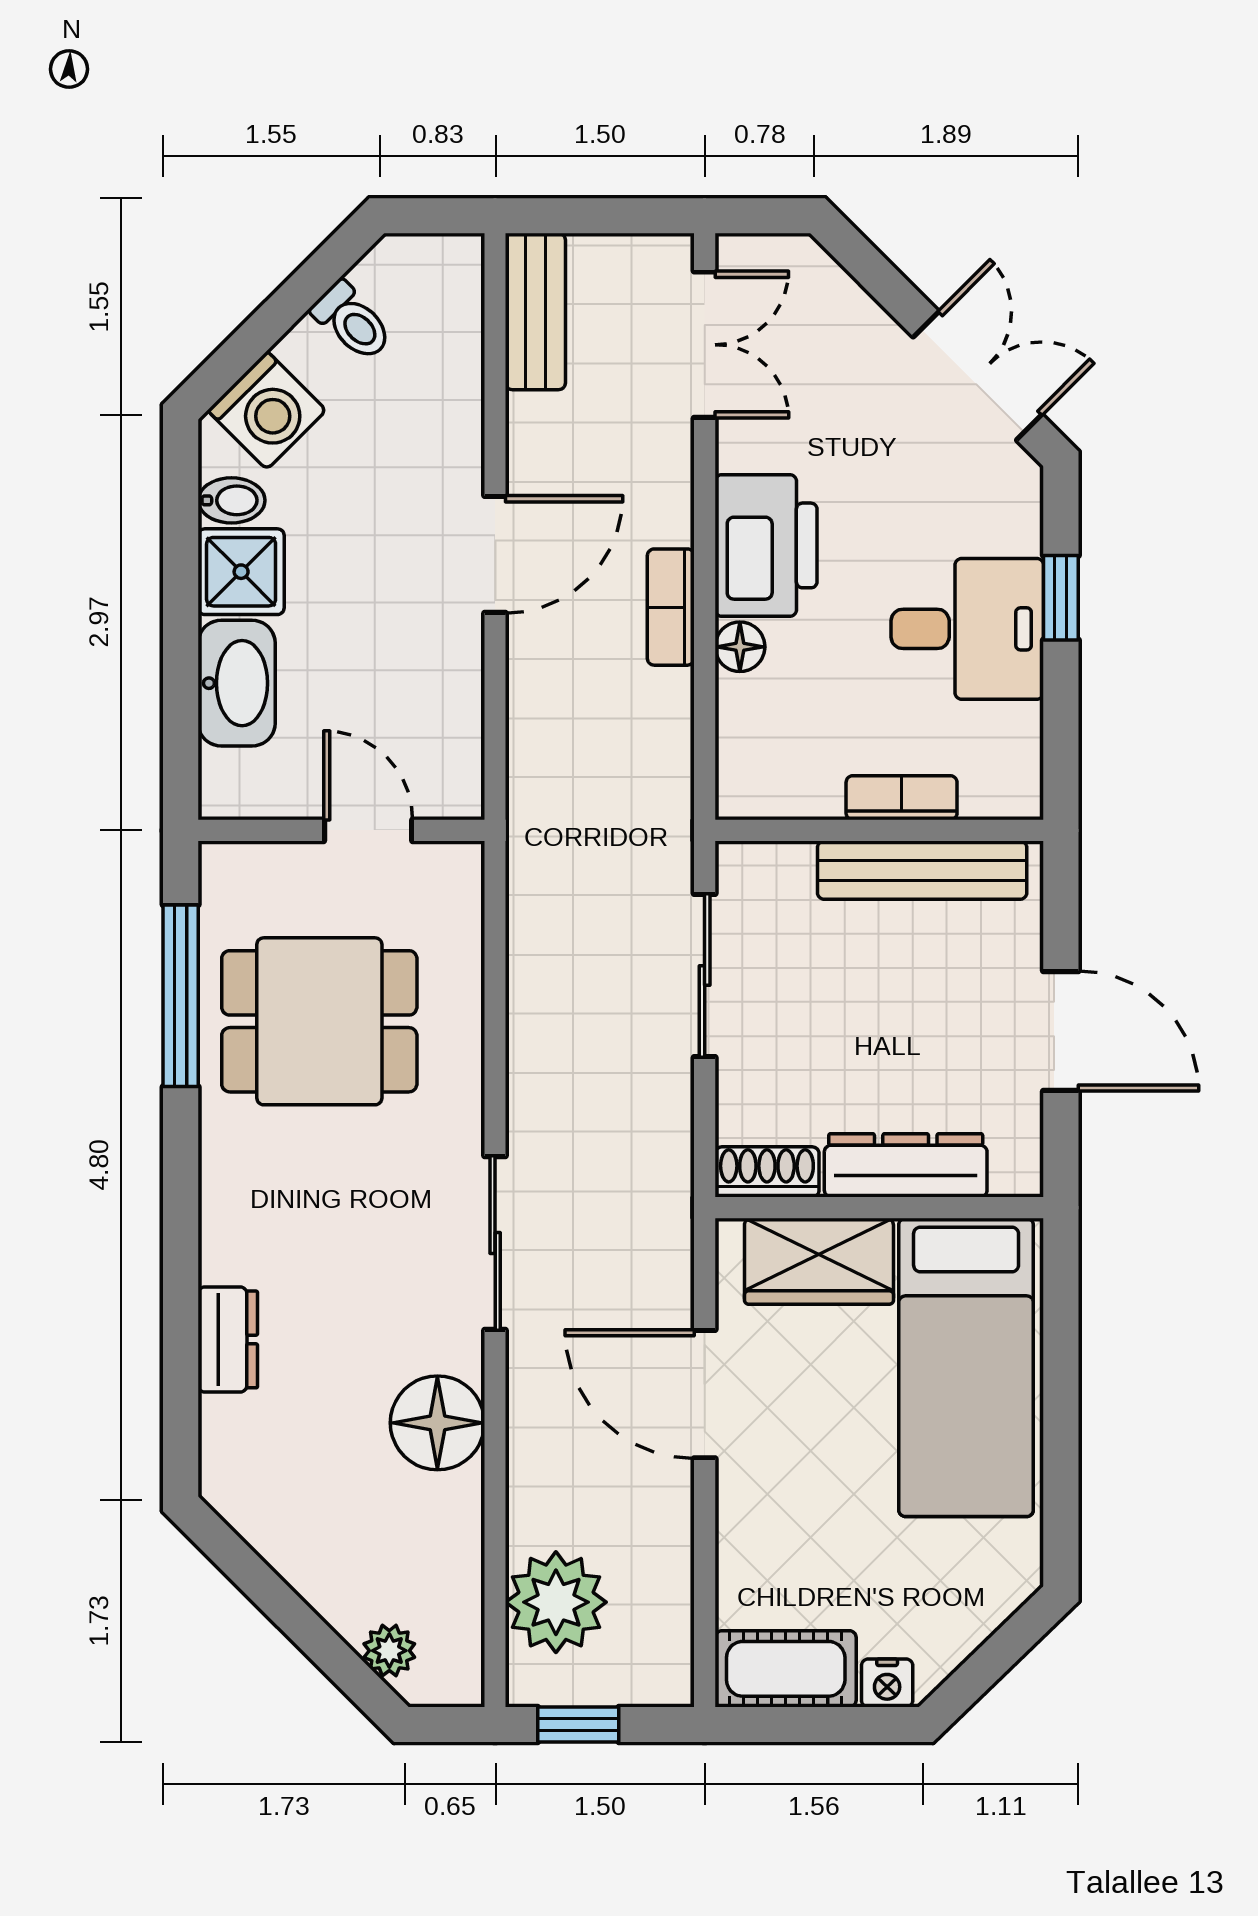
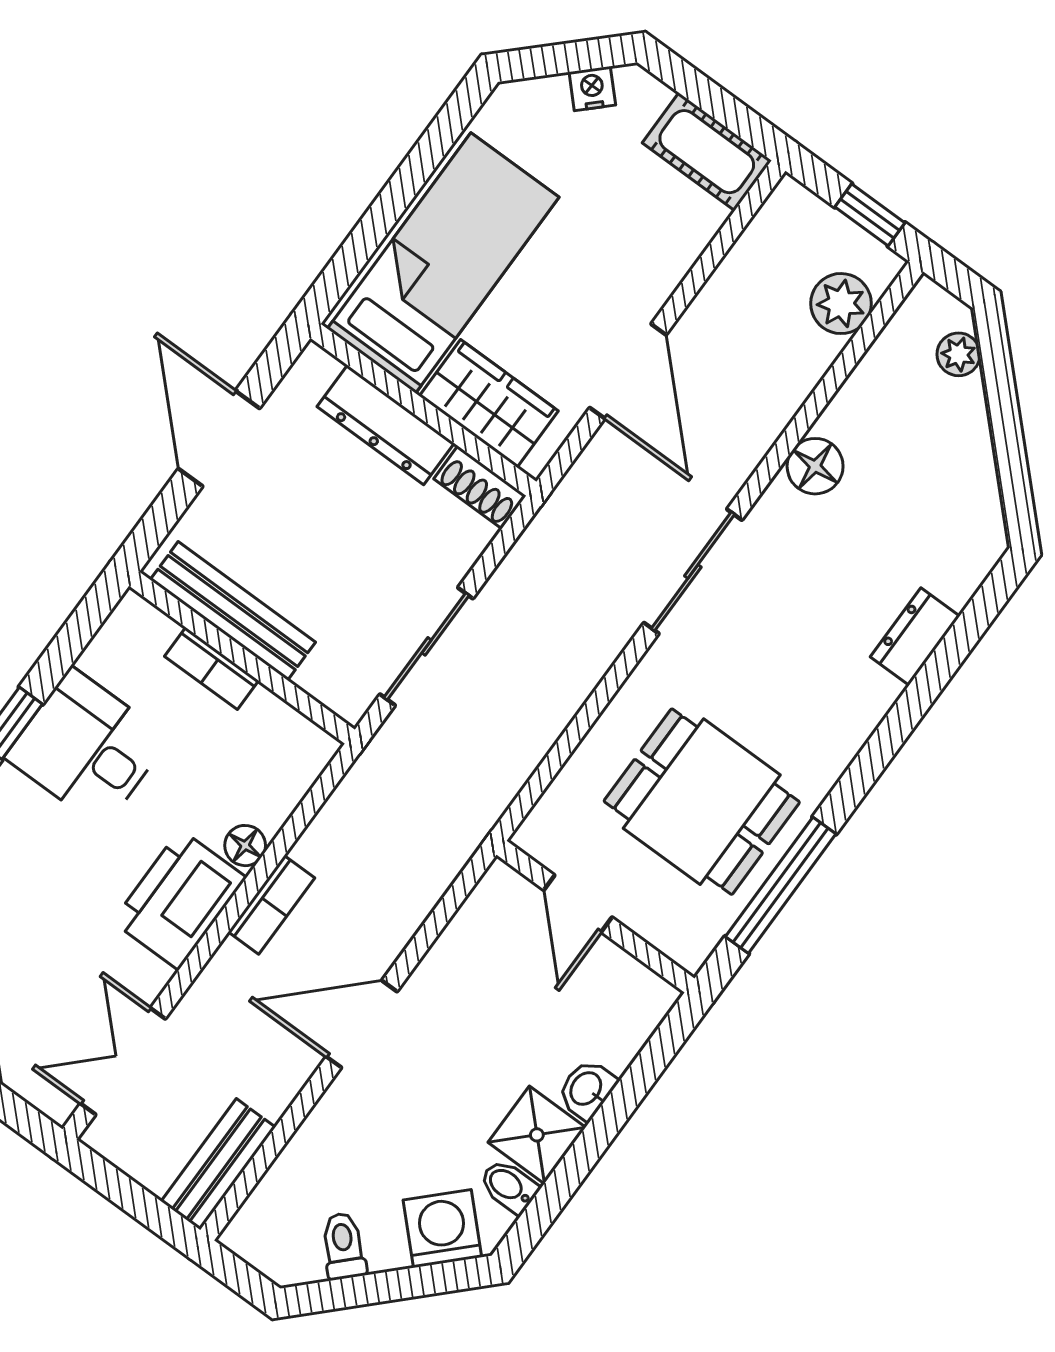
washbasin: (237, 683) -> (587, 1089), width x0.52, depth x0.69
floor lamp: (437, 1423) -> (815, 466), width x0.73, depth x0.73
plant: (556, 1602) -> (841, 304), width x0.73, depth x0.73
nightstand: (887, 1683) -> (592, 89), moved, turned -44

